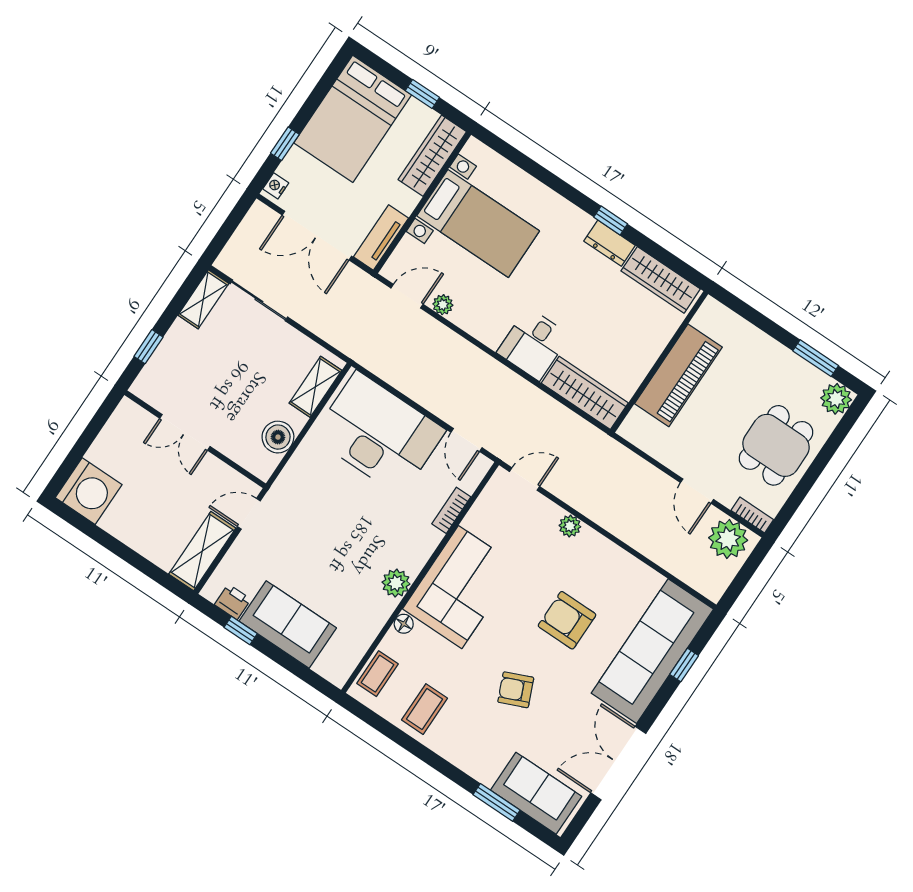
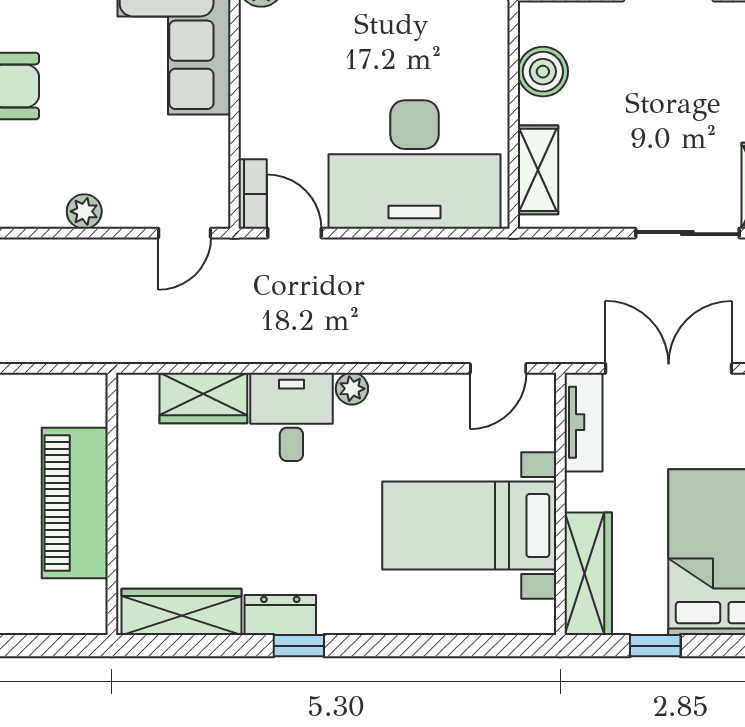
plant: (443, 305) -> (352, 389), moved
wardrobe: (585, 393) -> (203, 398), width x0.67
bookcase: (451, 510) -> (253, 194), moved

